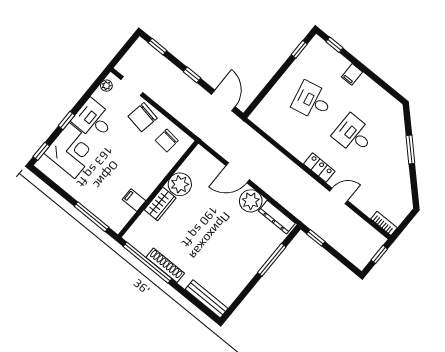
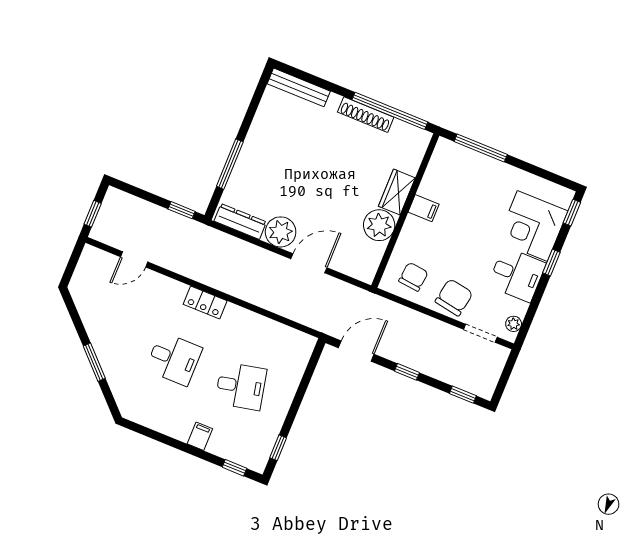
door: (223, 101) -> (356, 351), swing flipped
door: (339, 196) -> (134, 259), moved
filing cabinet: (134, 200) -> (423, 208), moved
bookcase: (384, 223) -> (99, 256), removed

